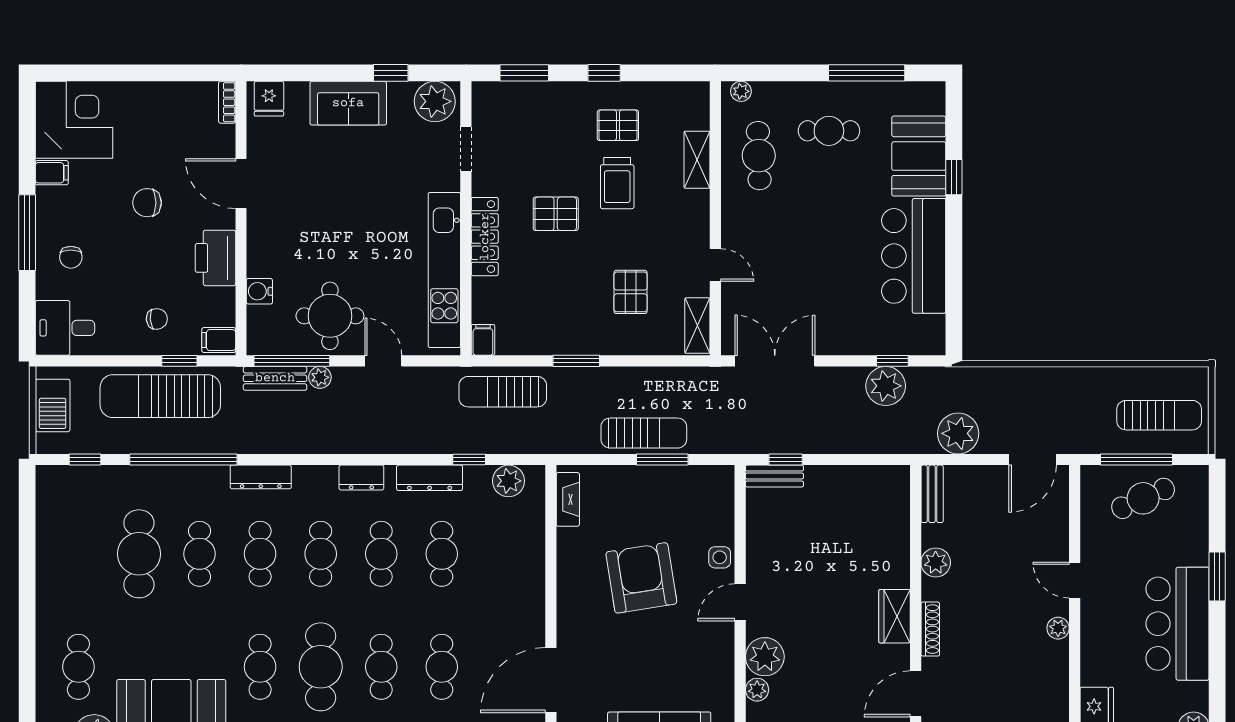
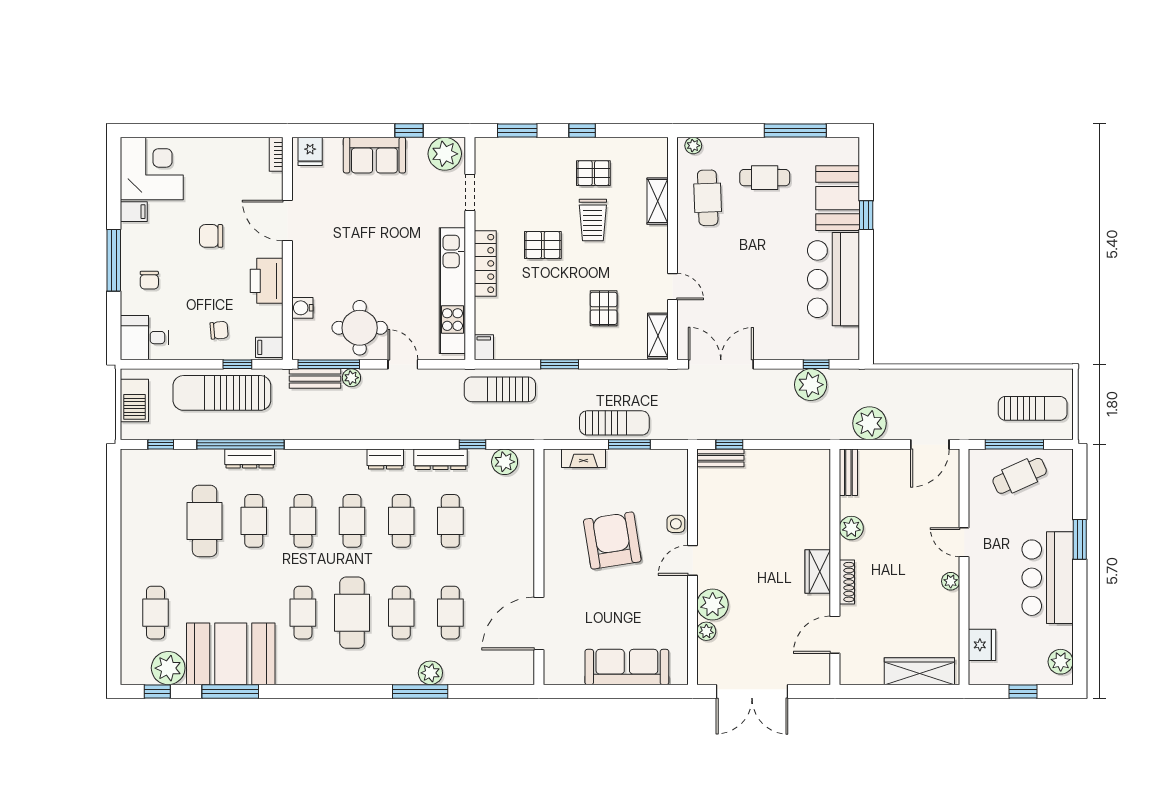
dresser: (261, 477) -> (250, 459), moved
fireplace: (568, 499) -> (584, 458), moved, turned 90

